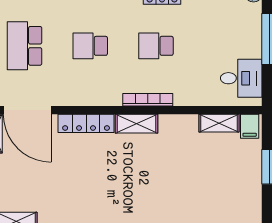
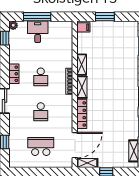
school desk: (25, 46) -> (41, 147), turned 180
desk: (241, 78) -> (38, 32), moved
shelving: (219, 123) -> (82, 65), moved

